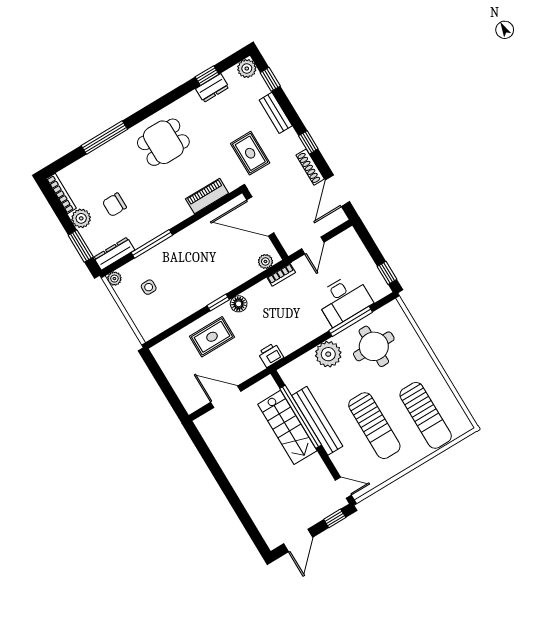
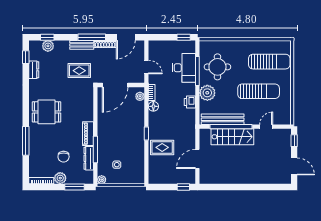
plant: (247, 68) -> (48, 46), moved
window: (207, 76) -> (26, 57), moved
bench: (276, 113) -> (82, 45), moved
dining table: (163, 142) -> (47, 112), turned 90
window: (308, 142) -> (92, 37), width x2.17
door: (338, 191) -> (126, 37), hinge flipped
piano: (207, 196) -> (88, 134), moved
dresser: (114, 254) -> (89, 158), moved
floor lamp: (239, 304) -> (153, 106), moved
rug: (212, 337) -> (162, 147), turned 90
printer: (271, 355) -> (190, 102), moved
window: (174, 401) -> (183, 187), added
bench: (317, 421) -> (223, 119), moved
door: (343, 488) -> (266, 127), moved

